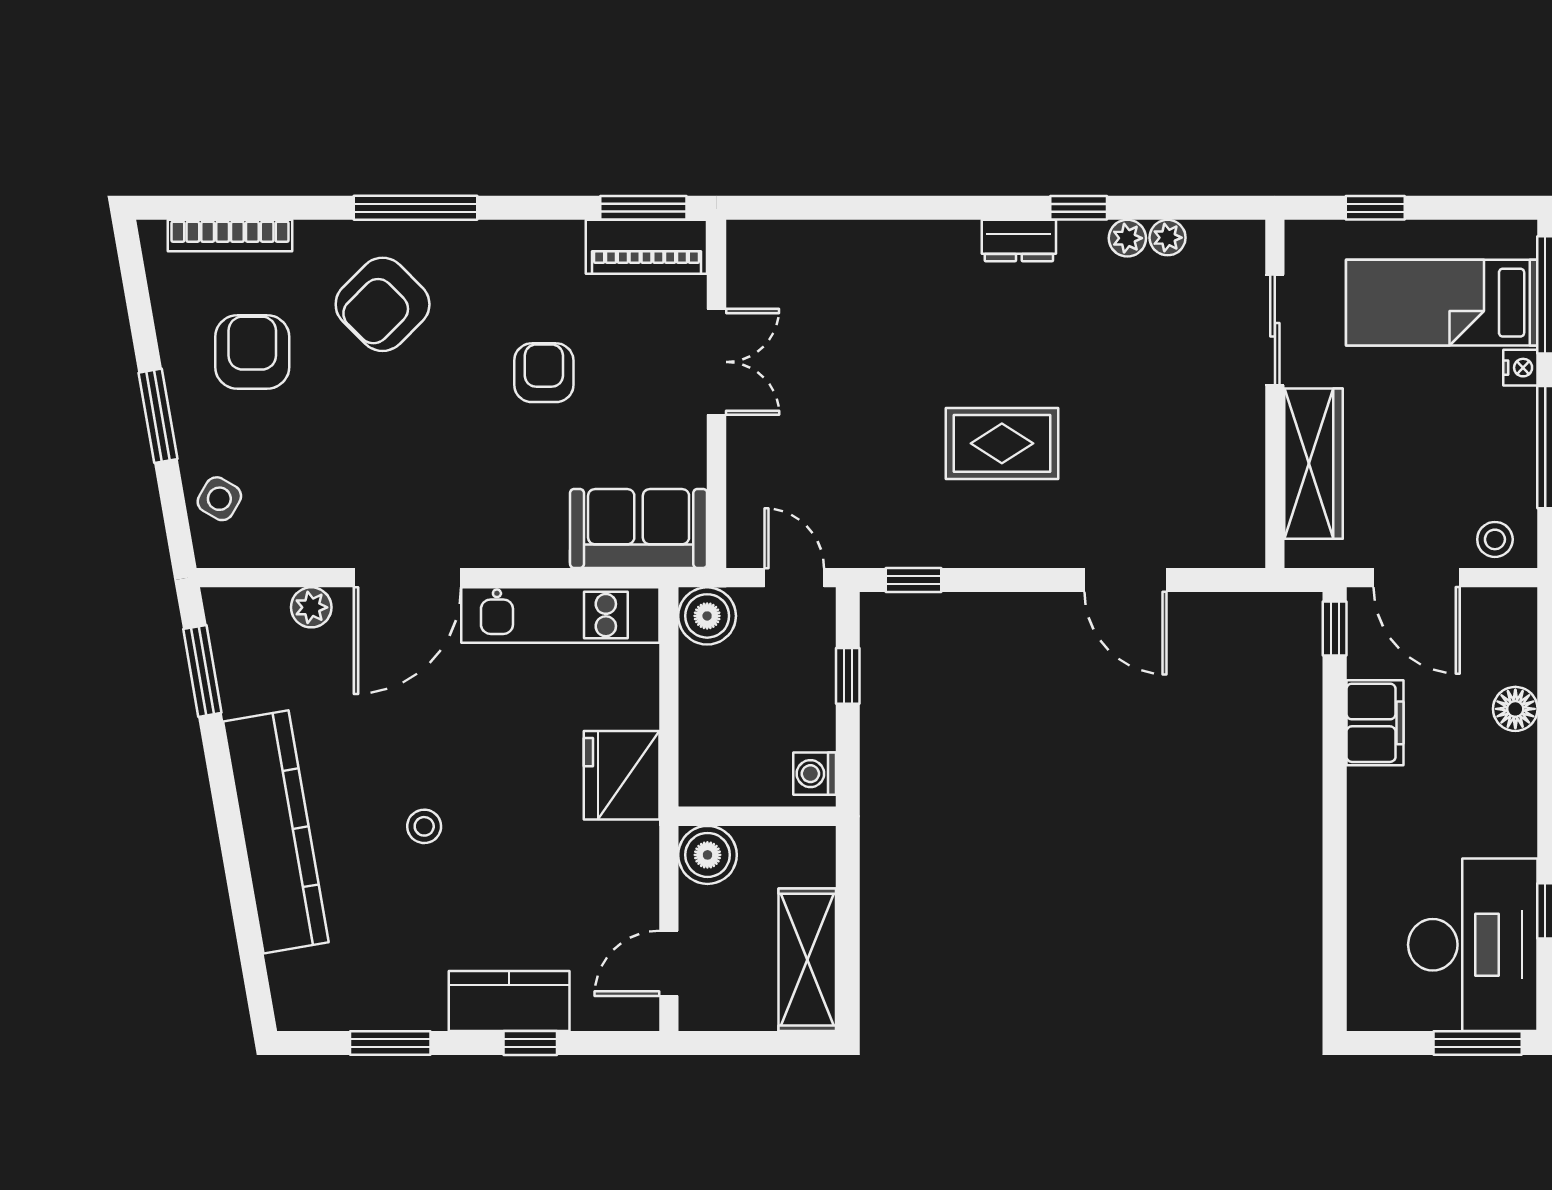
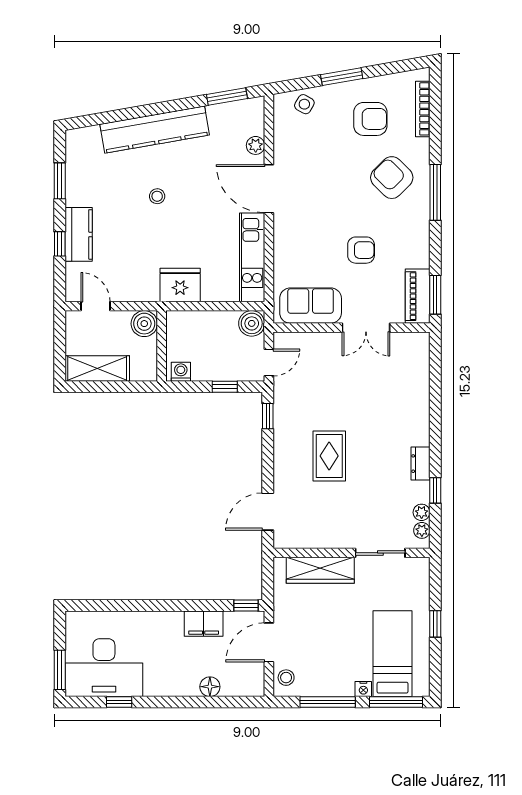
sliding door: (1275, 330) -> (380, 553), moved
wall: (1275, 394) -> (352, 553), moved
wardrobe: (1314, 464) -> (320, 570), moved
sofa: (639, 529) -> (311, 306), moved, turned -90

